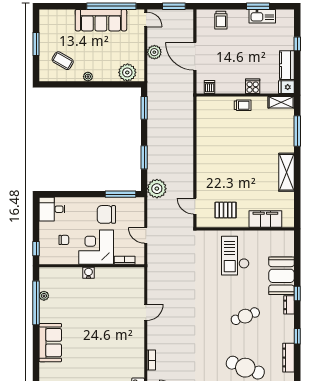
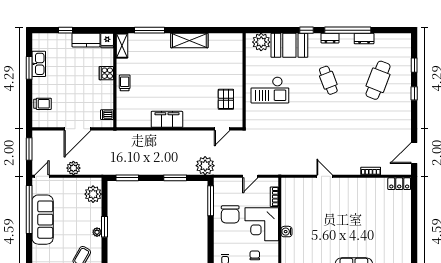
window: (94, 84) -> (105, 227), added
filing cabinet: (265, 219) -> (167, 119), moved, turned 90
plant: (285, 247) -> (261, 42), added
dresser: (289, 305) -> (330, 38), moved
window: (297, 336) -> (348, 30), width x3.17
dresser: (289, 358) -> (364, 38), width x0.70

